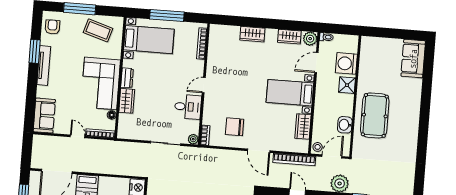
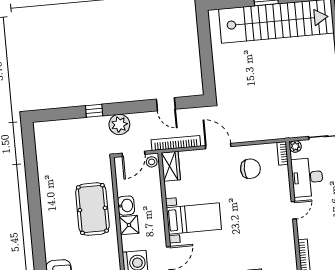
shower: (347, 85) -> (129, 225), moved
desk: (188, 107) -> (307, 177), width x1.37
washbasin: (345, 125) -> (126, 206), moved
wardrobe: (303, 126) -> (171, 166), moved

